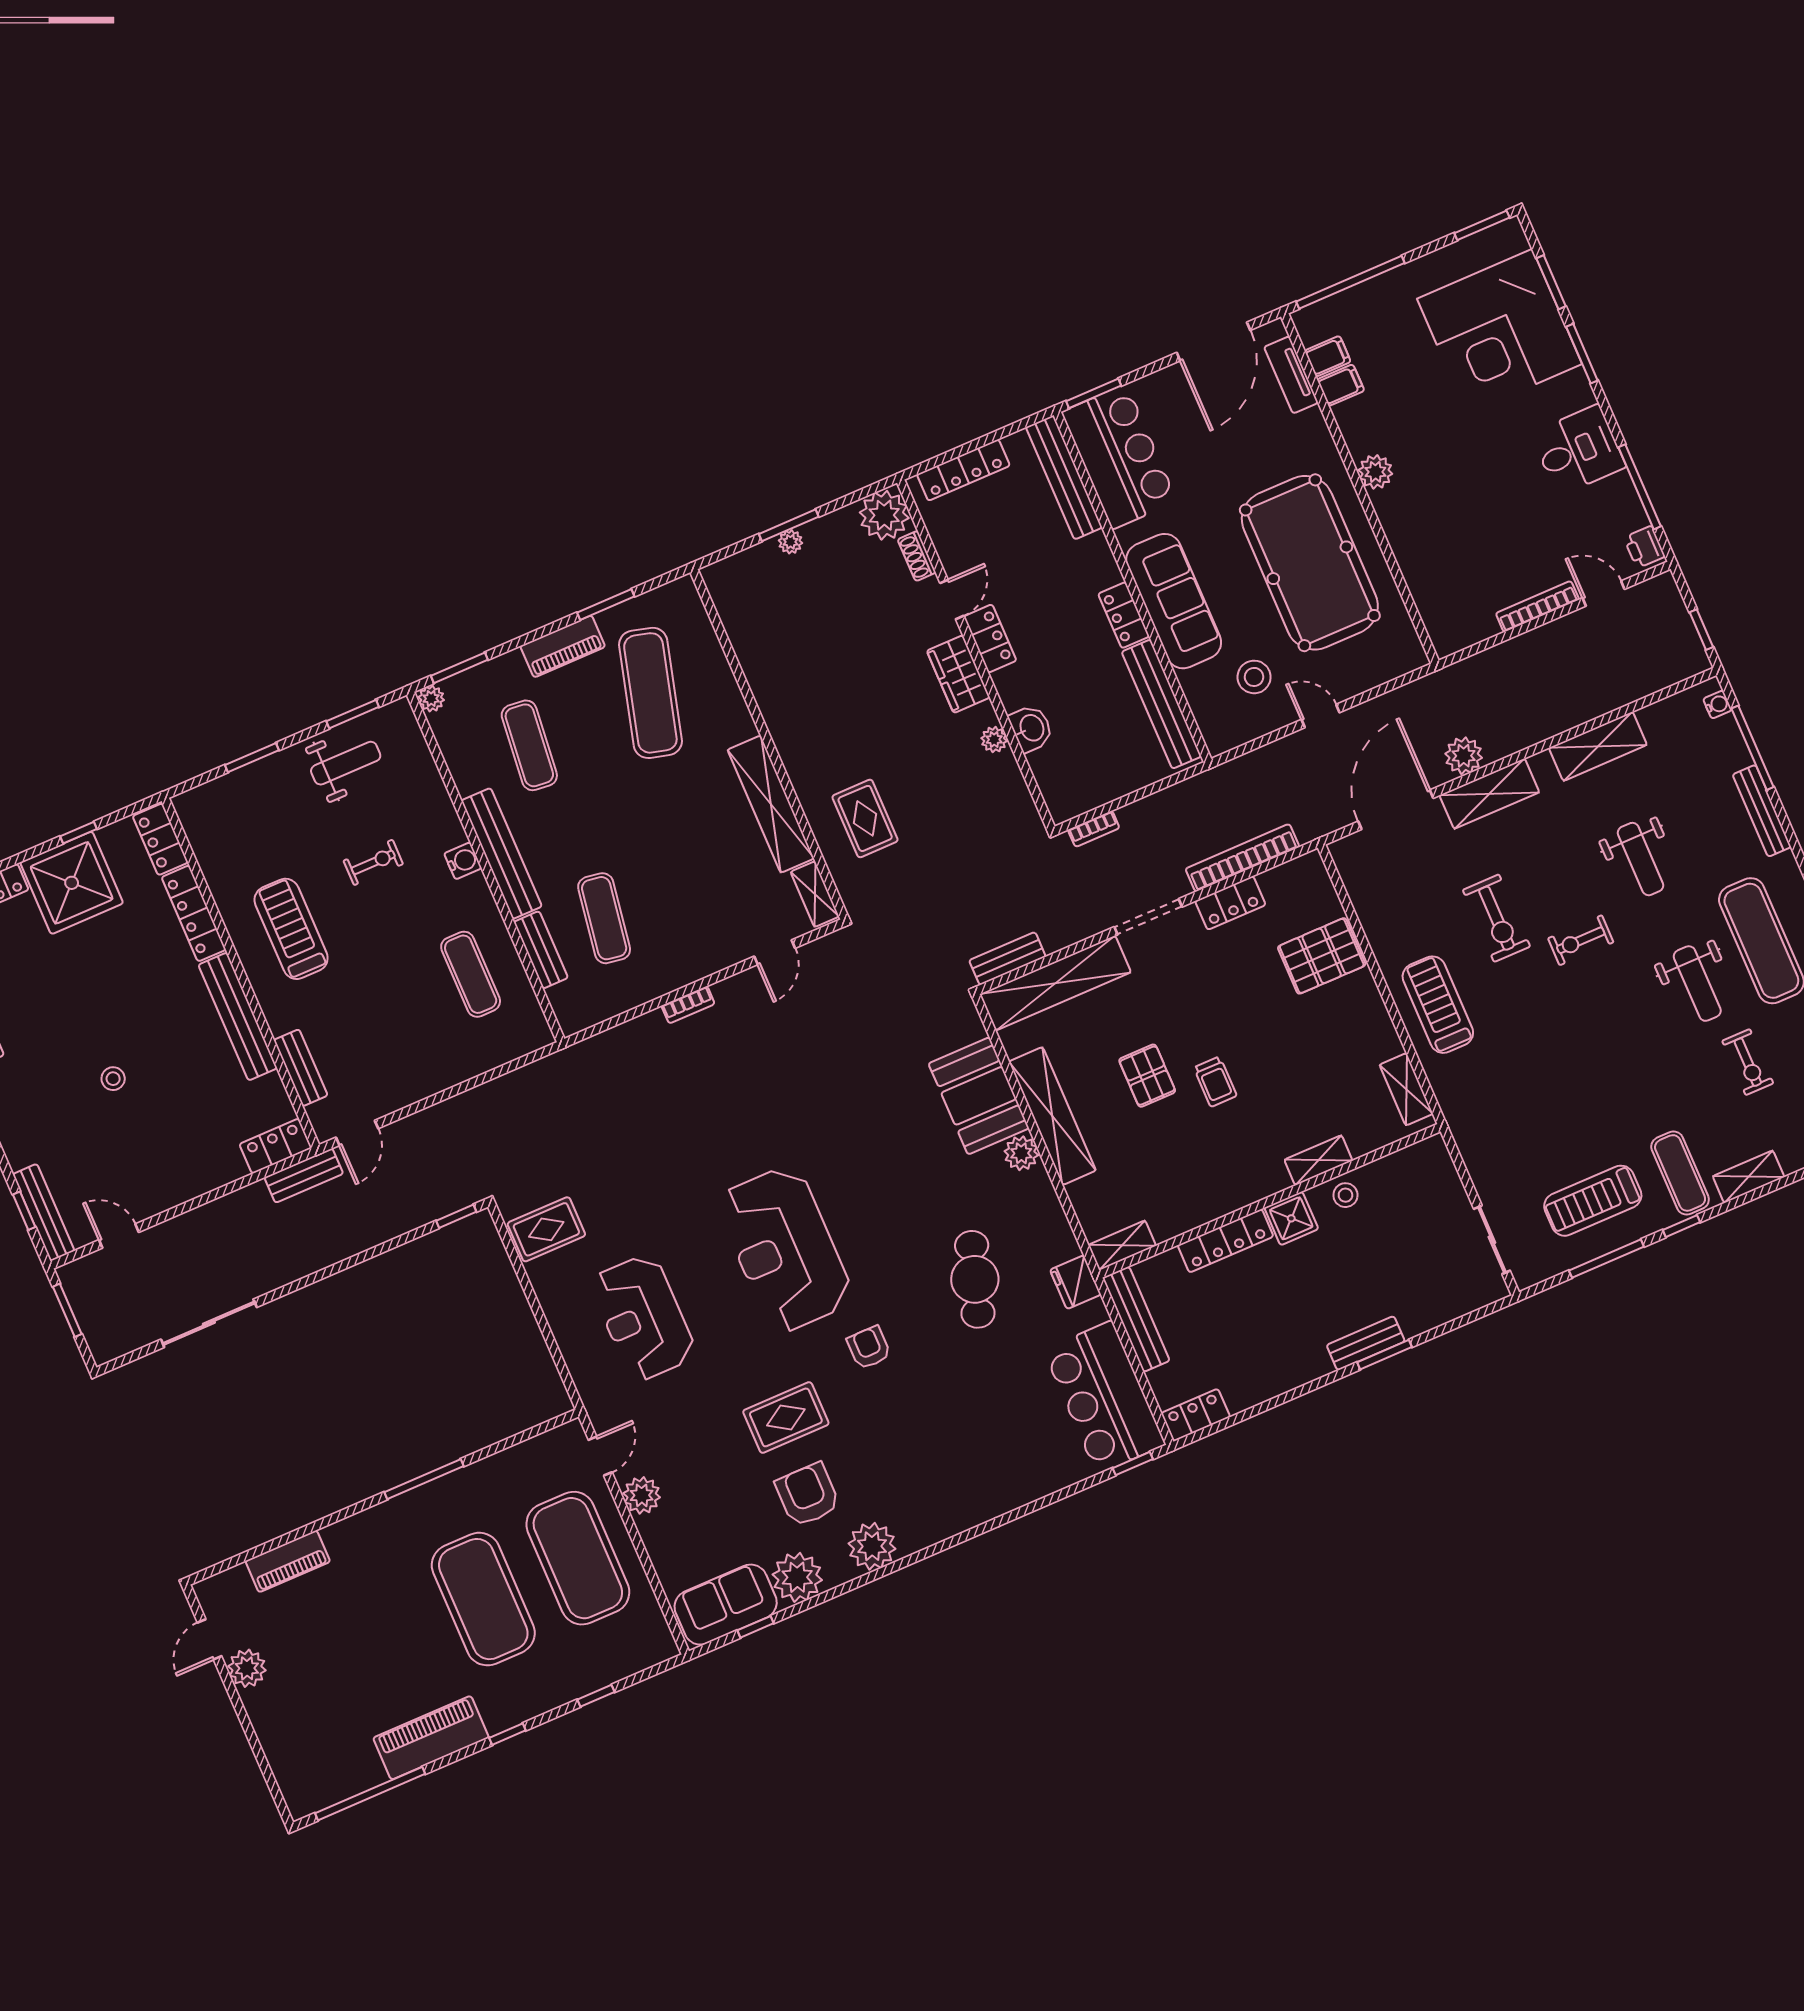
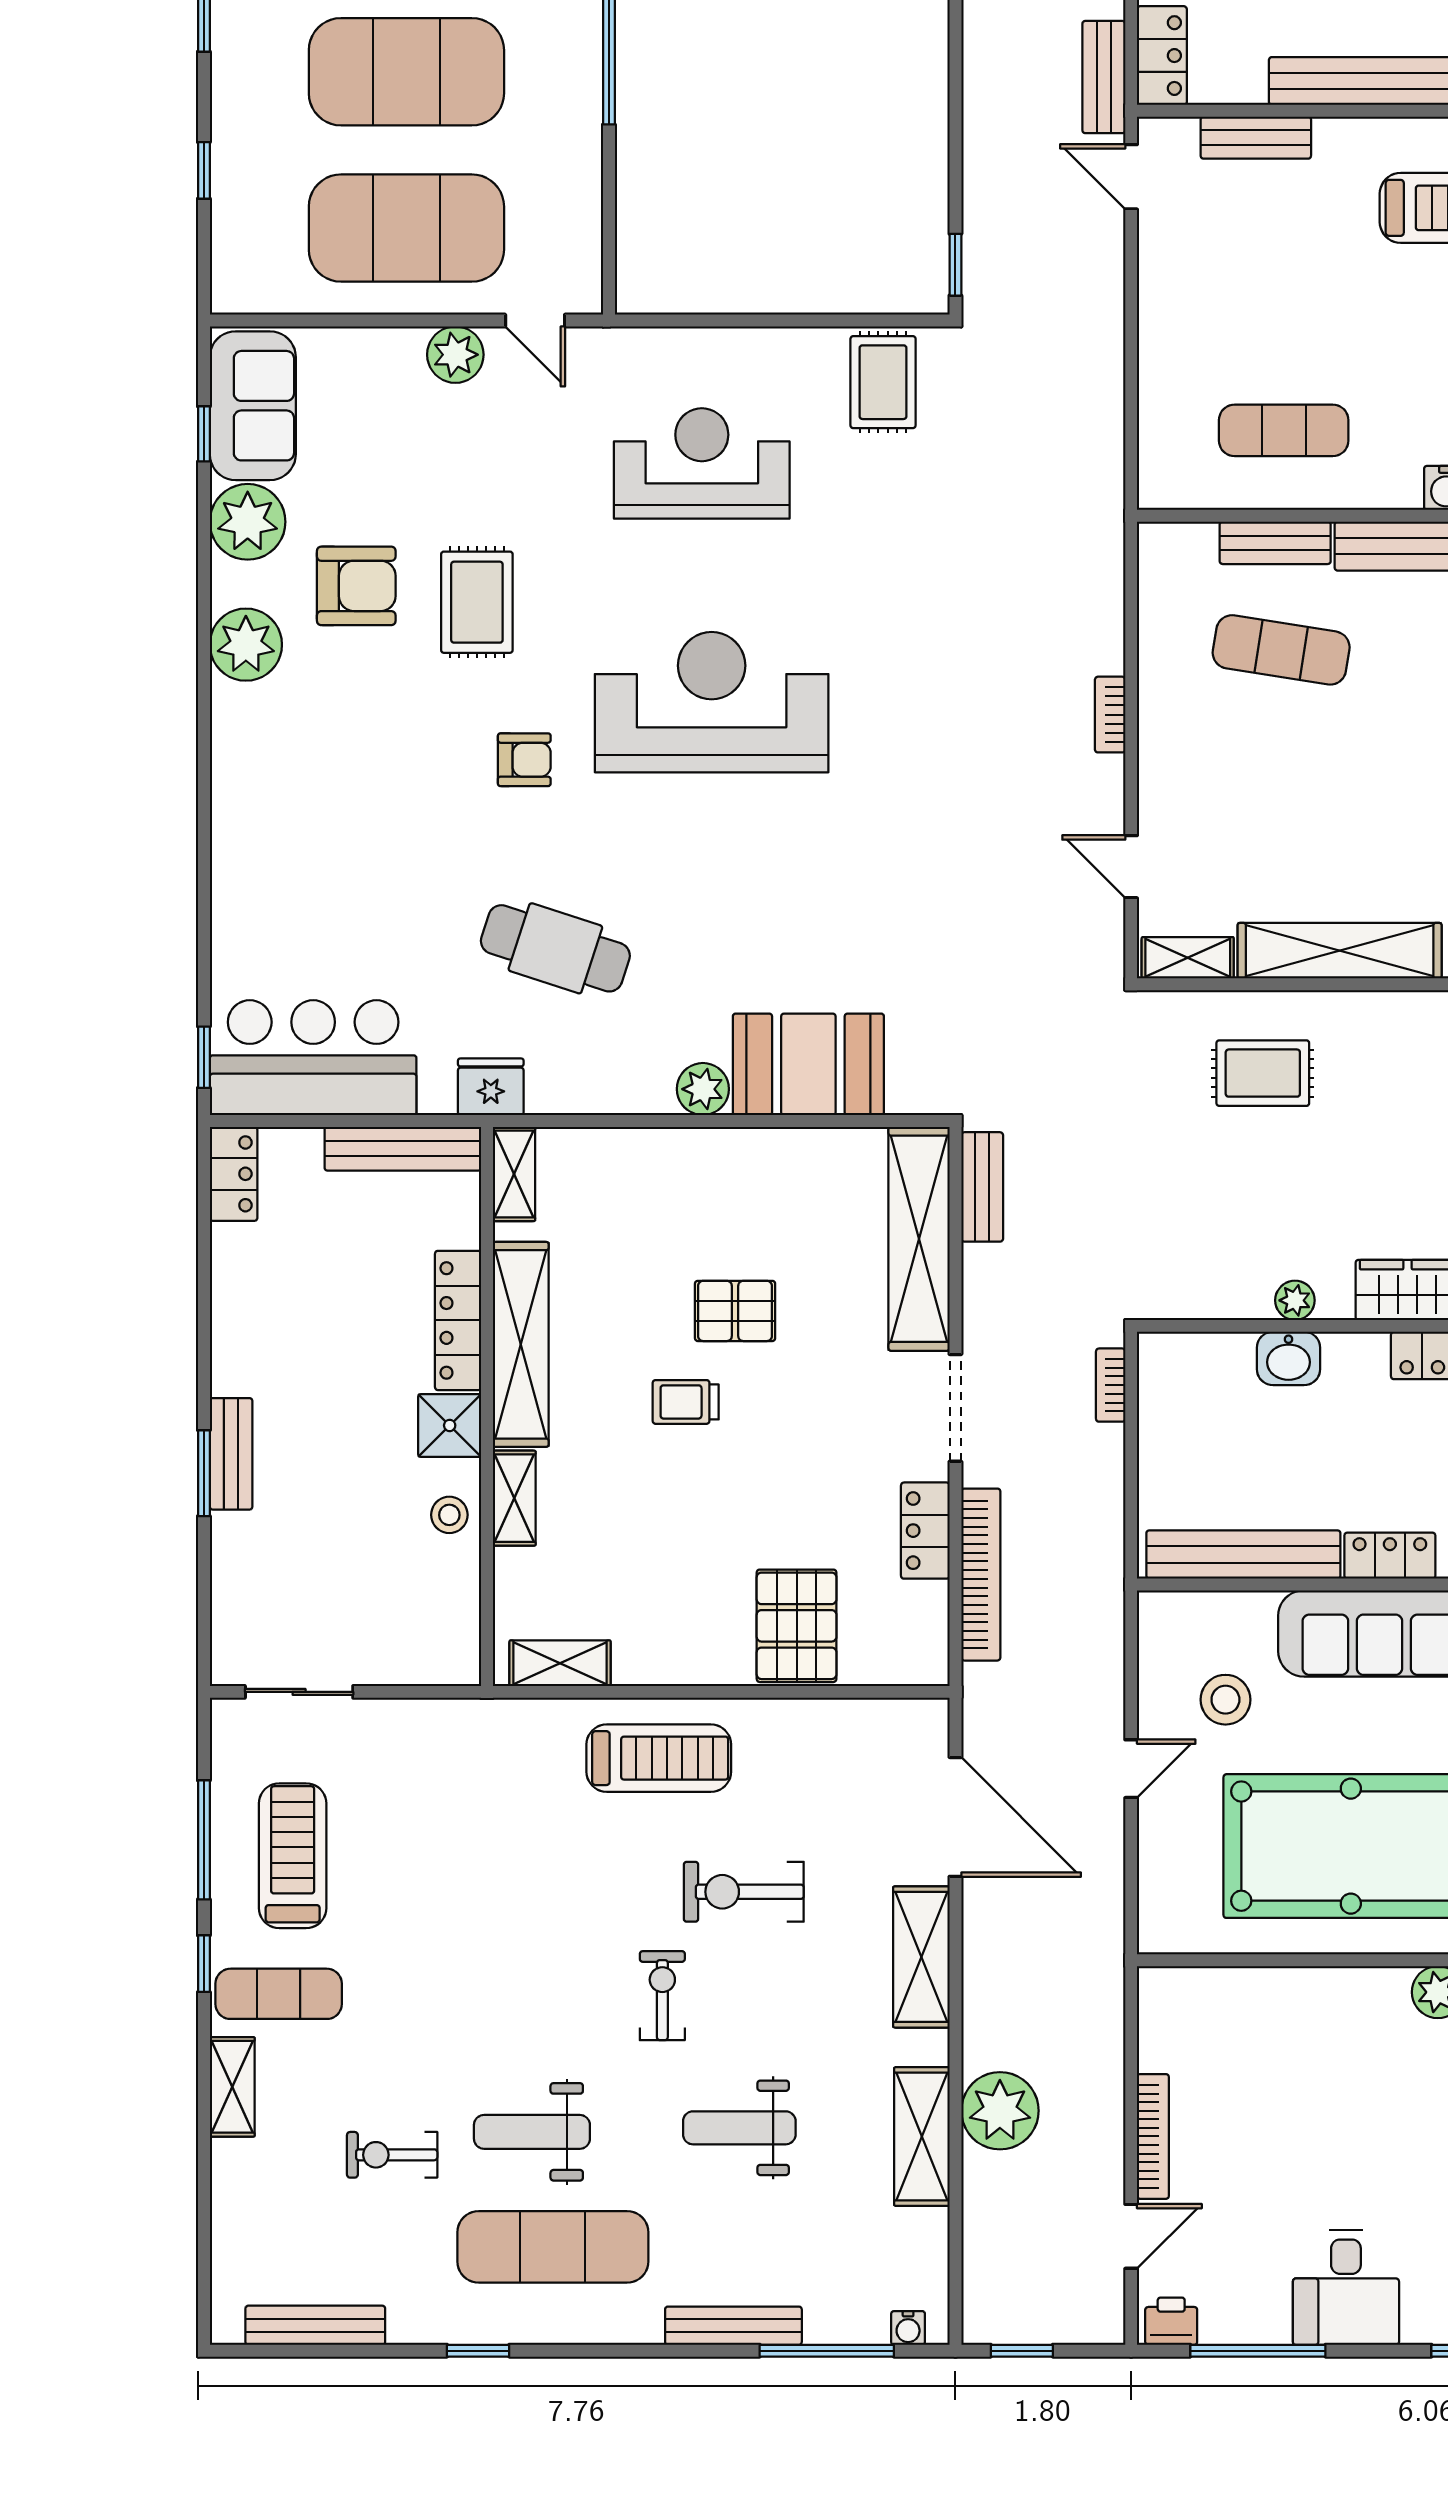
plant: (1464, 756) -> (1000, 2111), moved, width x1.36, depth x1.36
shelving: (1052, 1116) -> (521, 1344), moved, turned 90

